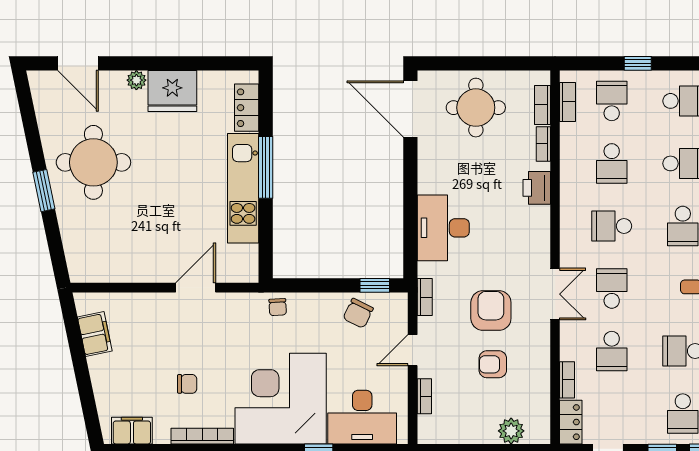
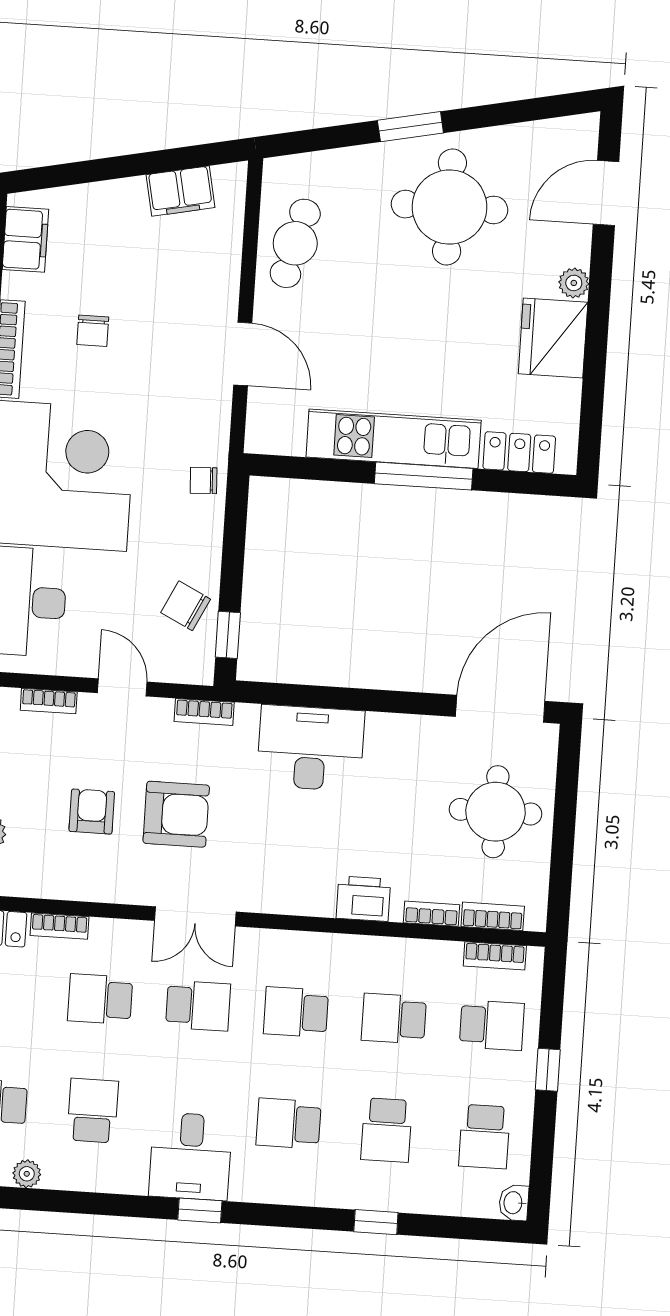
school desk: (612, 226) -> (296, 1012), turned -90
cafe table: (123, 259) -> (295, 243), added

